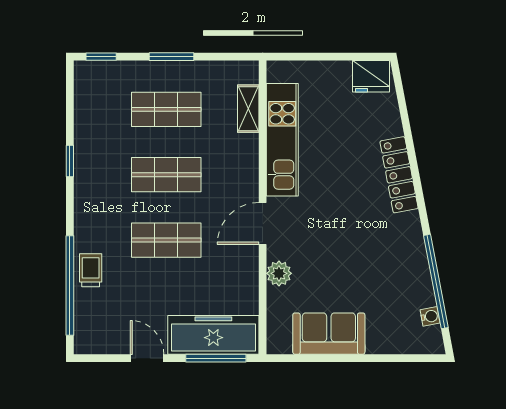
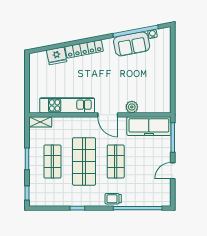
fridge: (371, 76) -> (57, 56), moved, turned 79
shelving: (248, 109) -> (40, 122), moved
shop shelf: (166, 175) -> (84, 161), width x1.43, depth x1.36
trolley: (91, 270) -> (113, 199), moved
sofa: (329, 334) -> (132, 44), moved, turned -101
freezer: (213, 335) -> (149, 126), moved, turned -90

